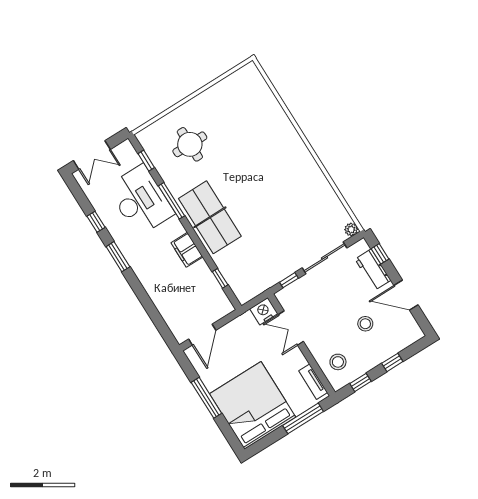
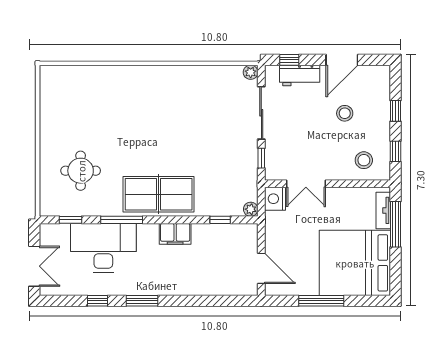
plant: (243, 297) -> (251, 209), added
tv unit: (313, 382) -> (383, 210), moved, turned 90

